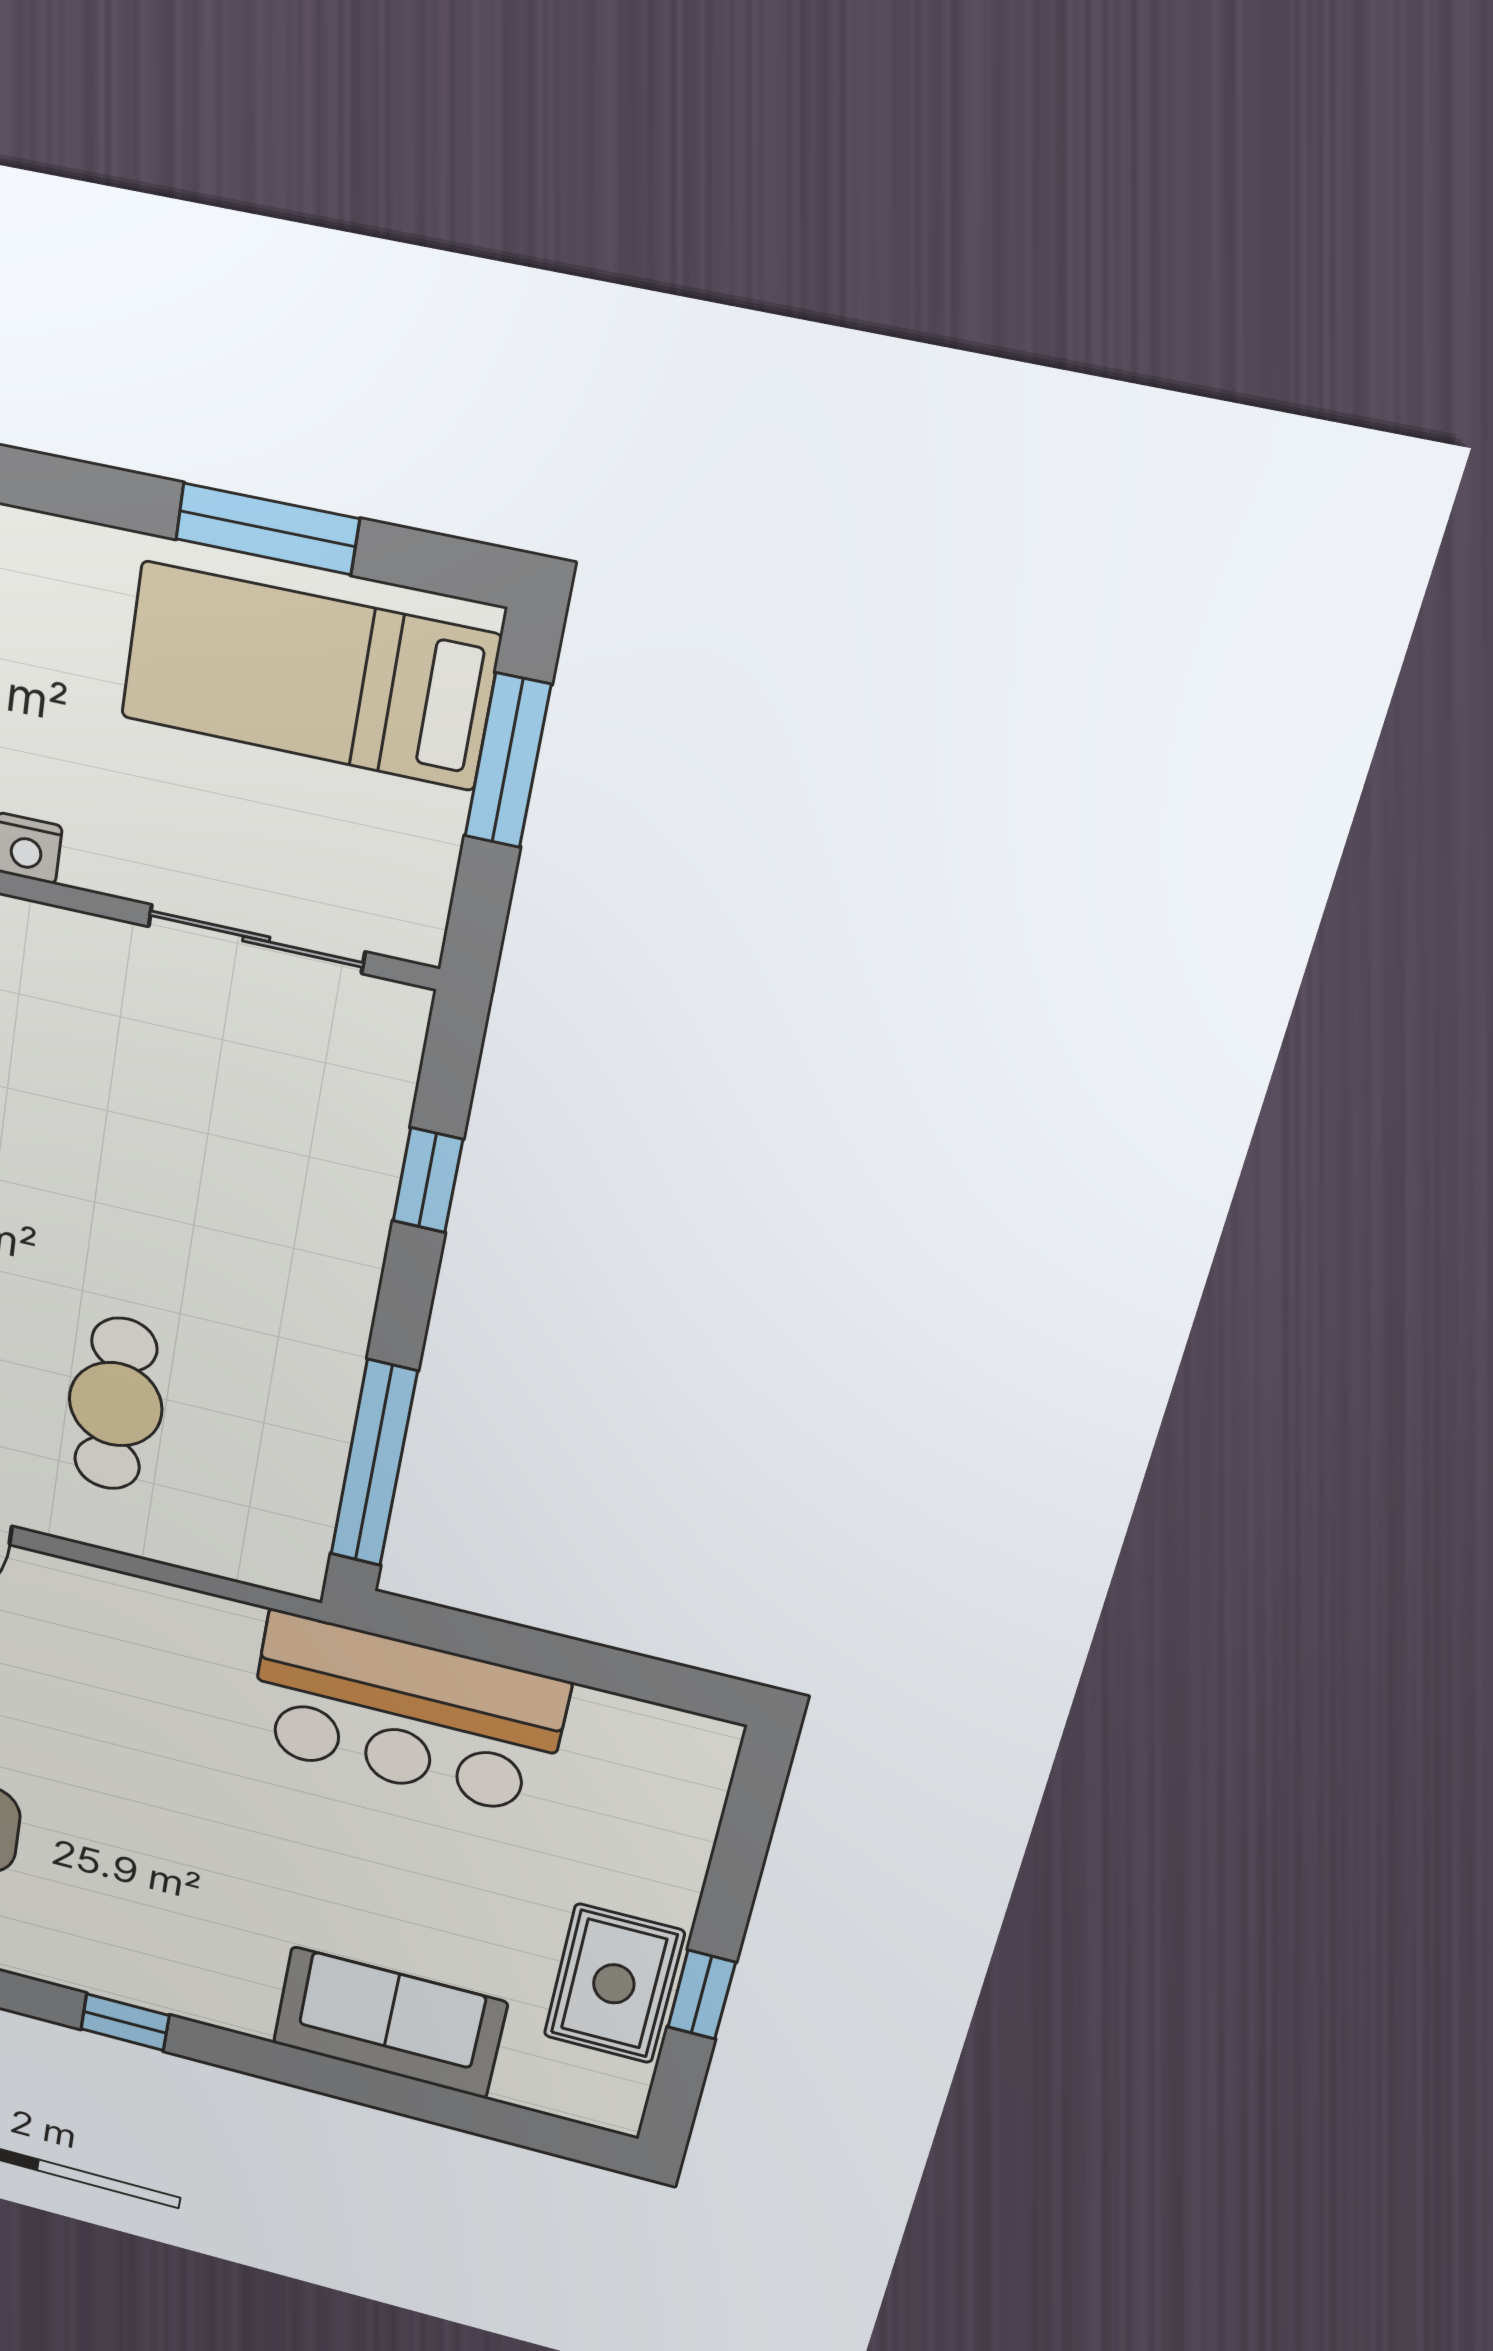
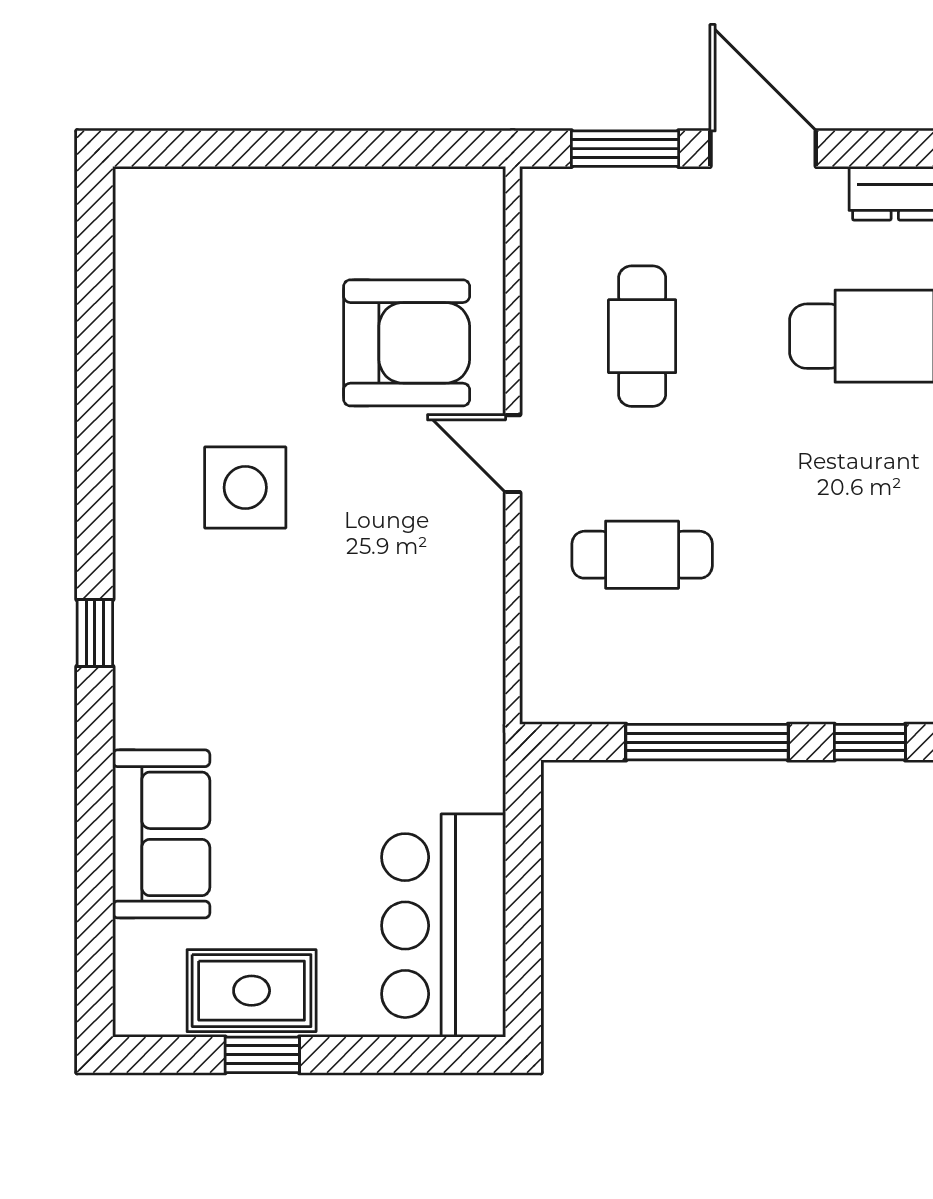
window: (374, 1463) -> (707, 742), moved
bar counter: (406, 1714) -> (444, 926), moved

